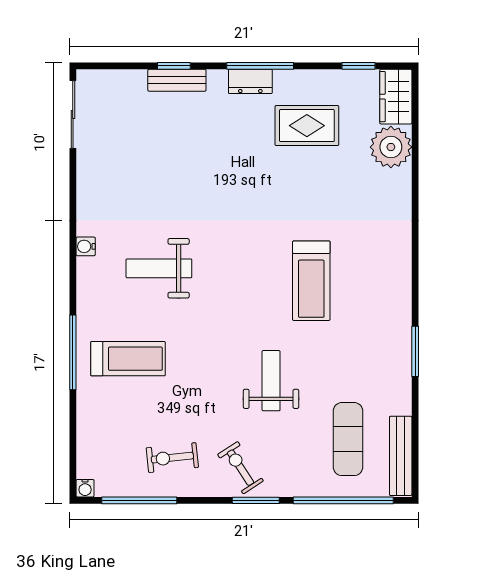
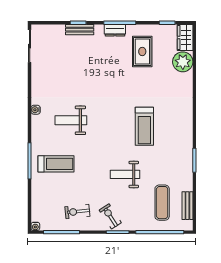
rug: (307, 126) -> (142, 51), turned 90
weight bench: (271, 381) -> (125, 174), turned -90
bench: (401, 456) -> (187, 206), width x0.73

